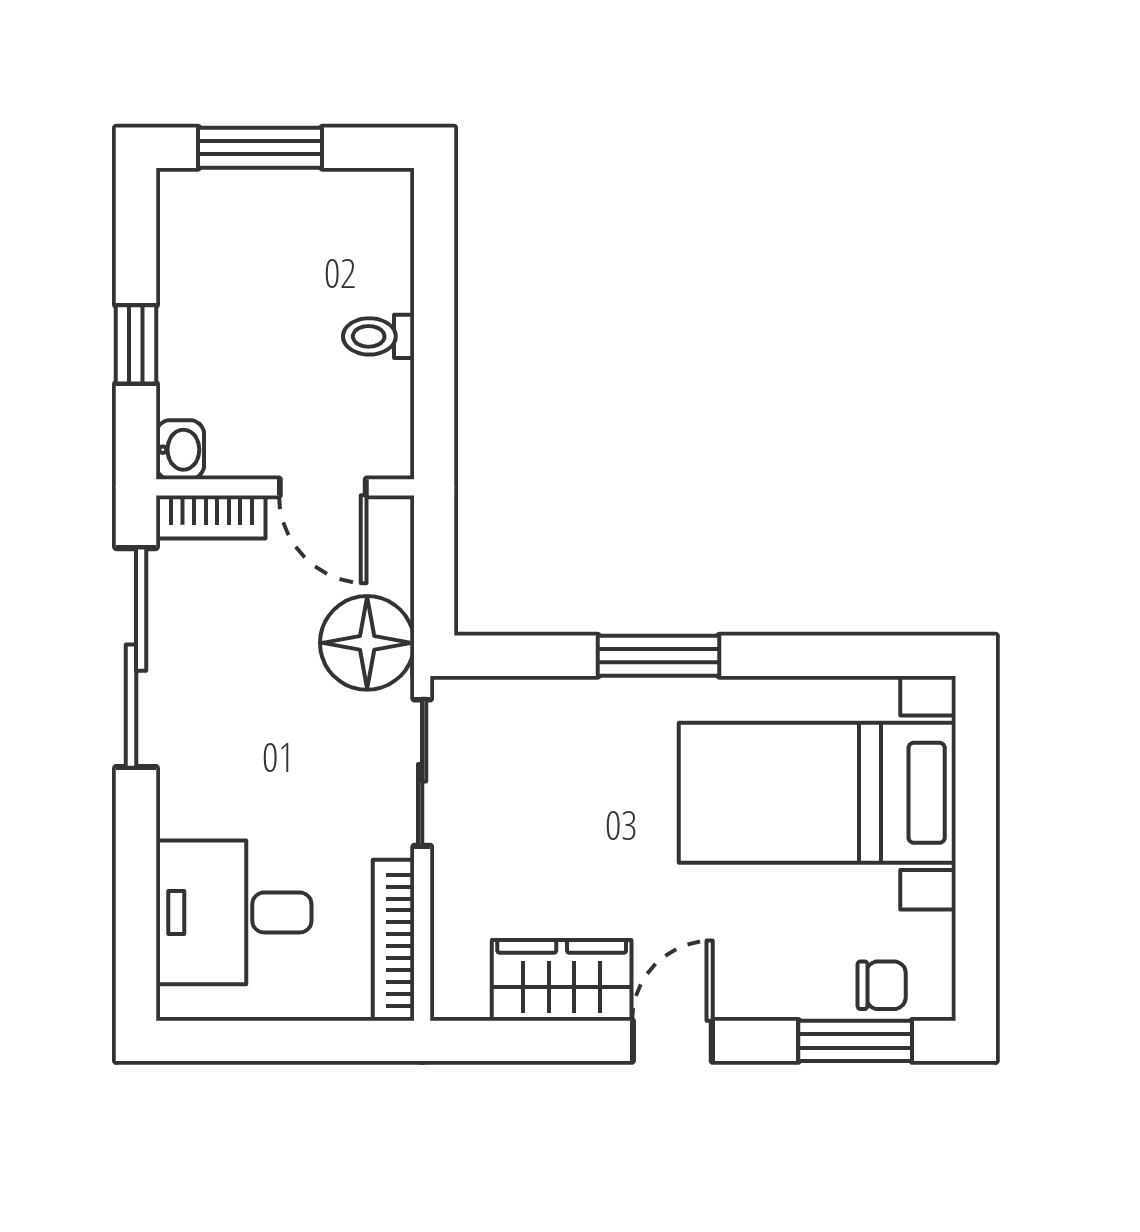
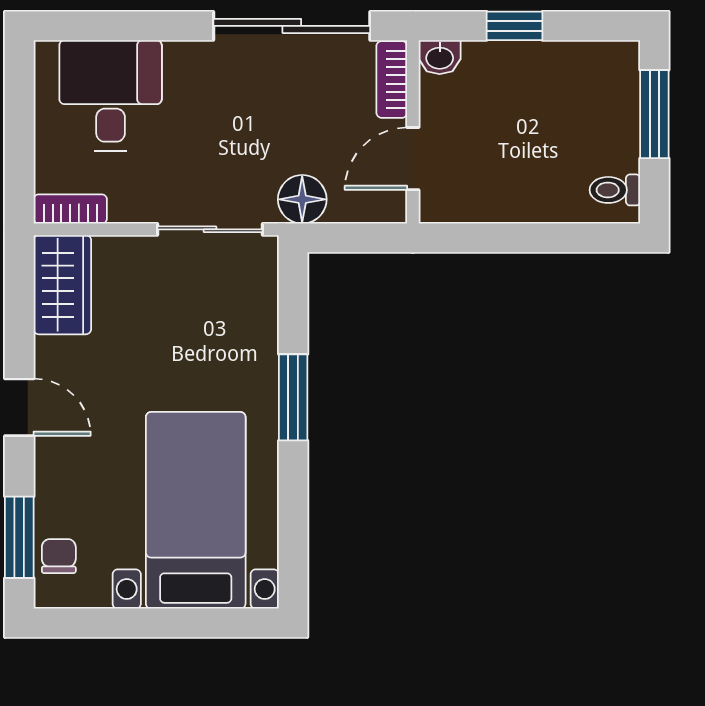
toilet: (379, 336) -> (615, 190), moved, turned -90
floor lamp: (367, 643) -> (302, 199), width x0.73, depth x0.73
bookcase: (393, 940) -> (70, 209), width x0.64
wardrobe: (562, 980) -> (62, 285), moved
chair: (882, 985) -> (59, 556), turned 180

